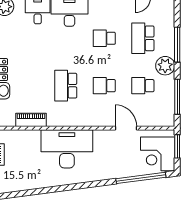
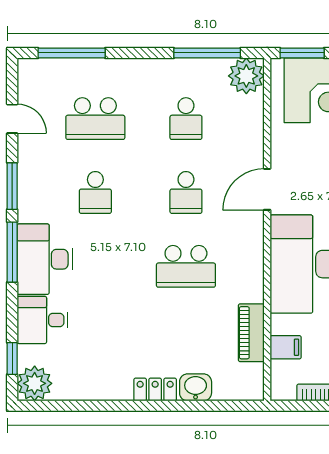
window: (177, 45) -> (72, 53), moved
plant: (165, 66) -> (246, 76), moved
door: (126, 128) -> (267, 189), moved
filing cabinet: (23, 138) -> (286, 347), added

